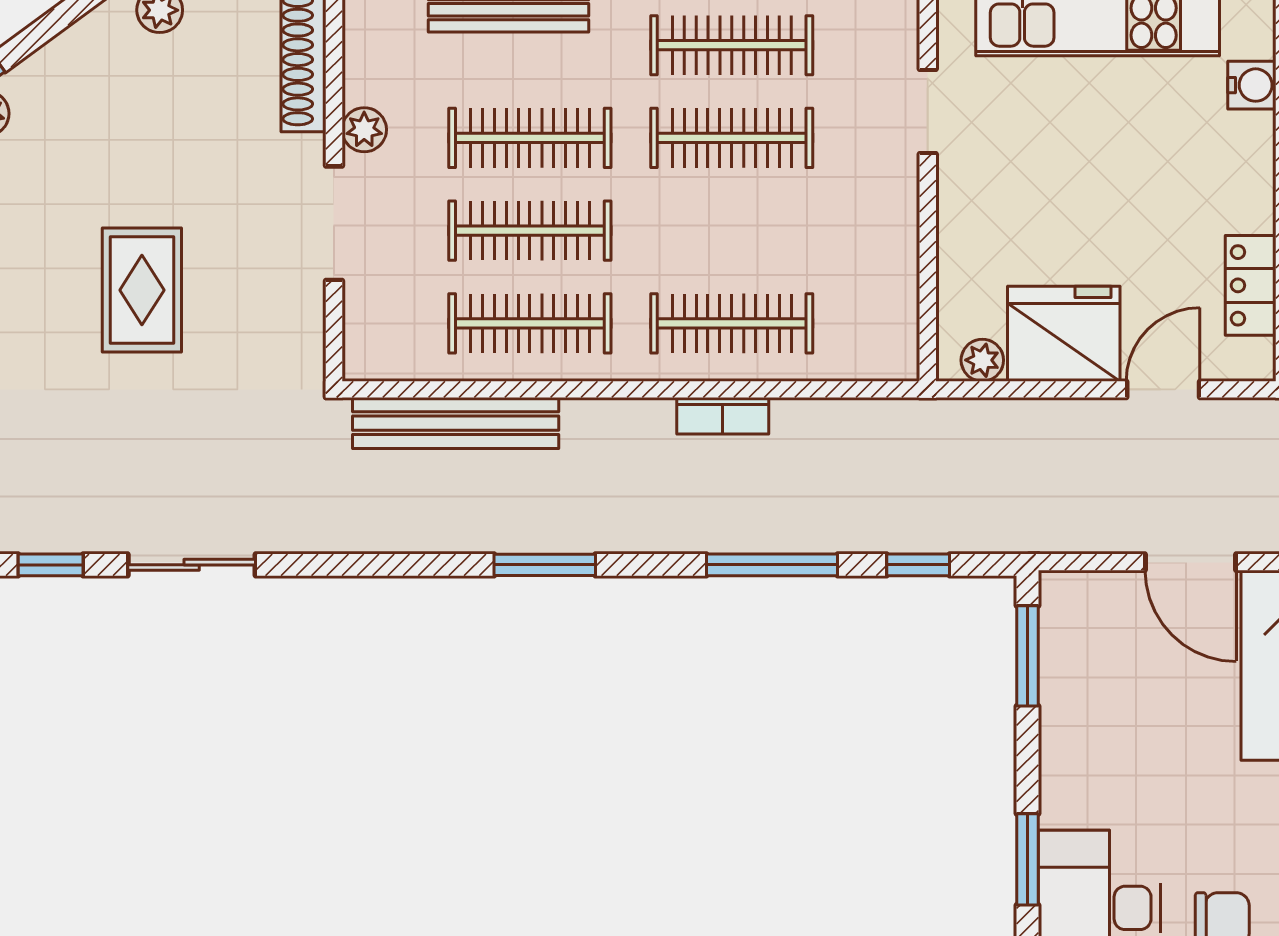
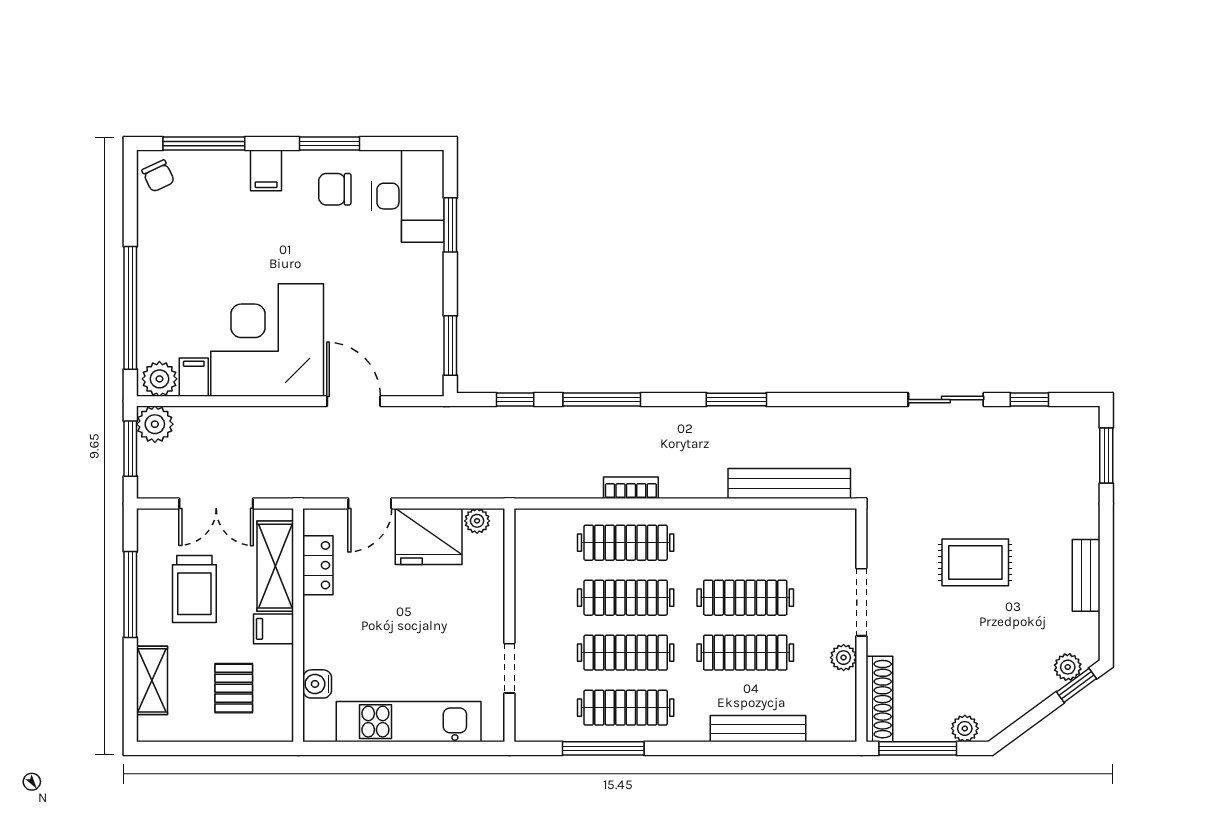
rug: (142, 290) -> (975, 562), turned 90
clothes rail: (530, 323) -> (626, 598), moved

